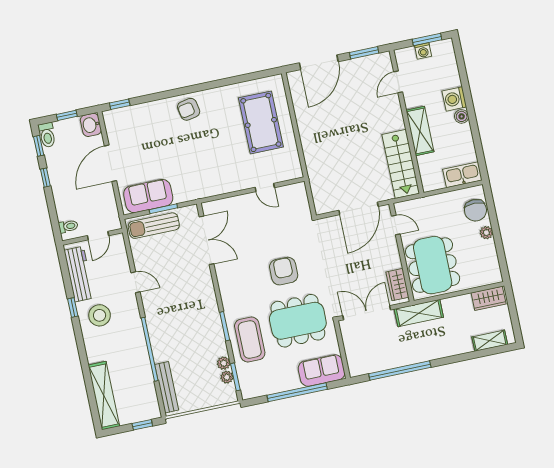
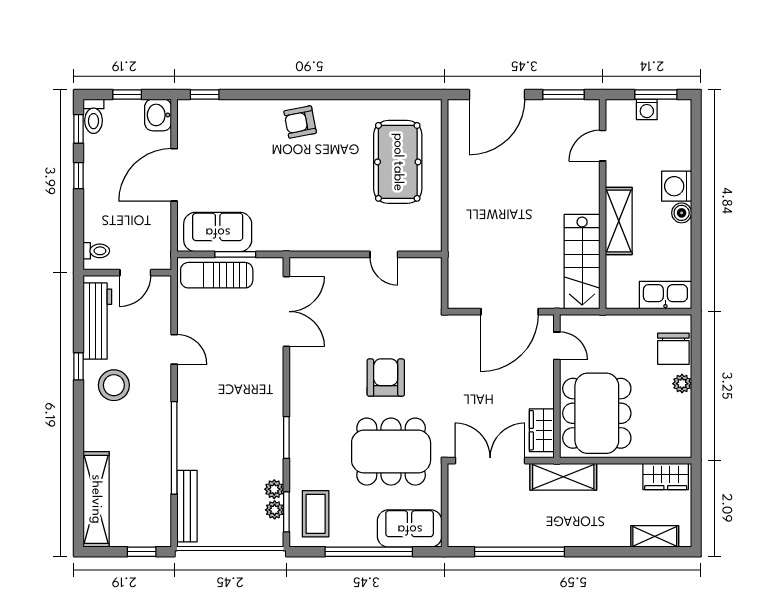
coffee table: (250, 340) -> (316, 514), moved, width x0.73, depth x0.76

